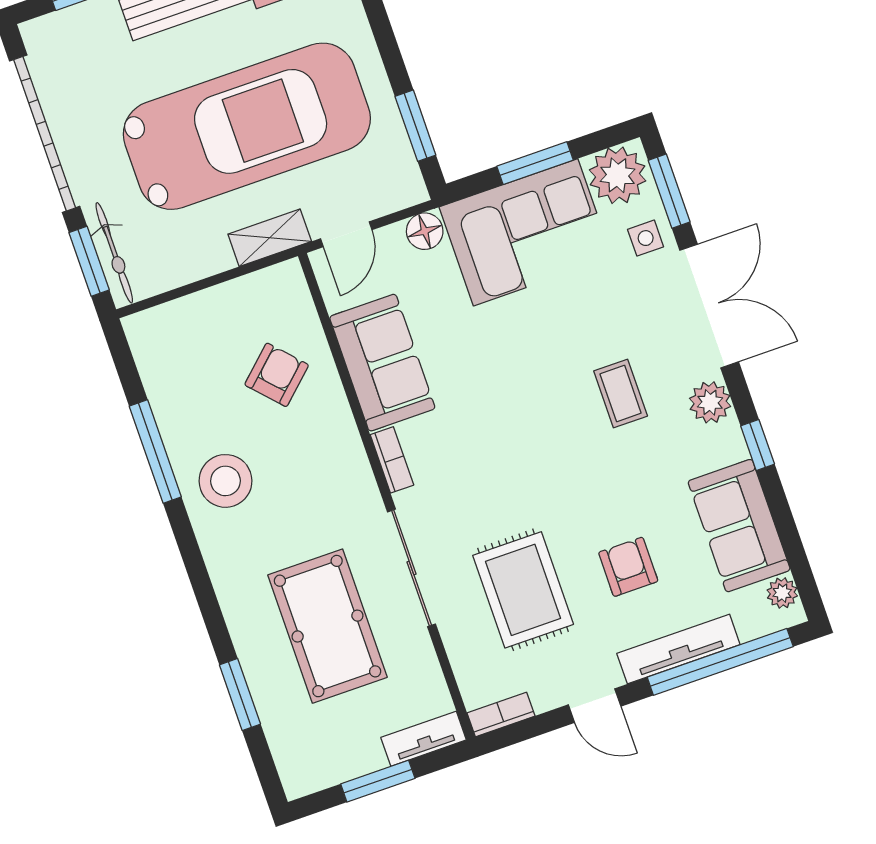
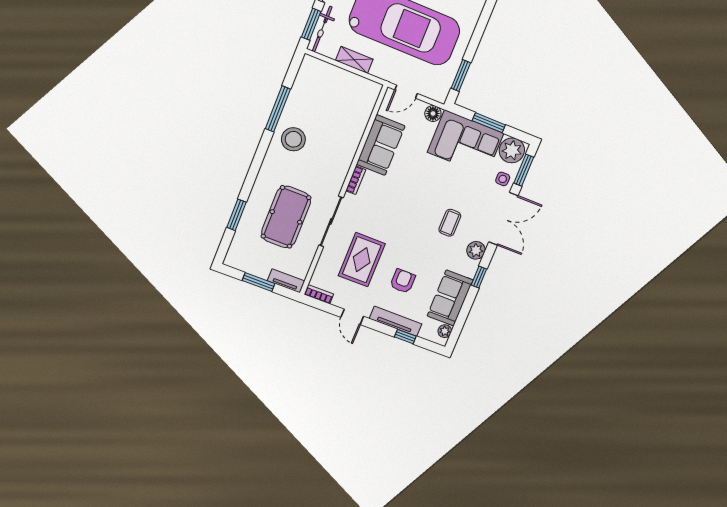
shelving: (270, 238) -> (354, 60), moved
armchair: (277, 375) -> (342, 118), removed
window: (720, 662) -> (405, 337), width x0.32

